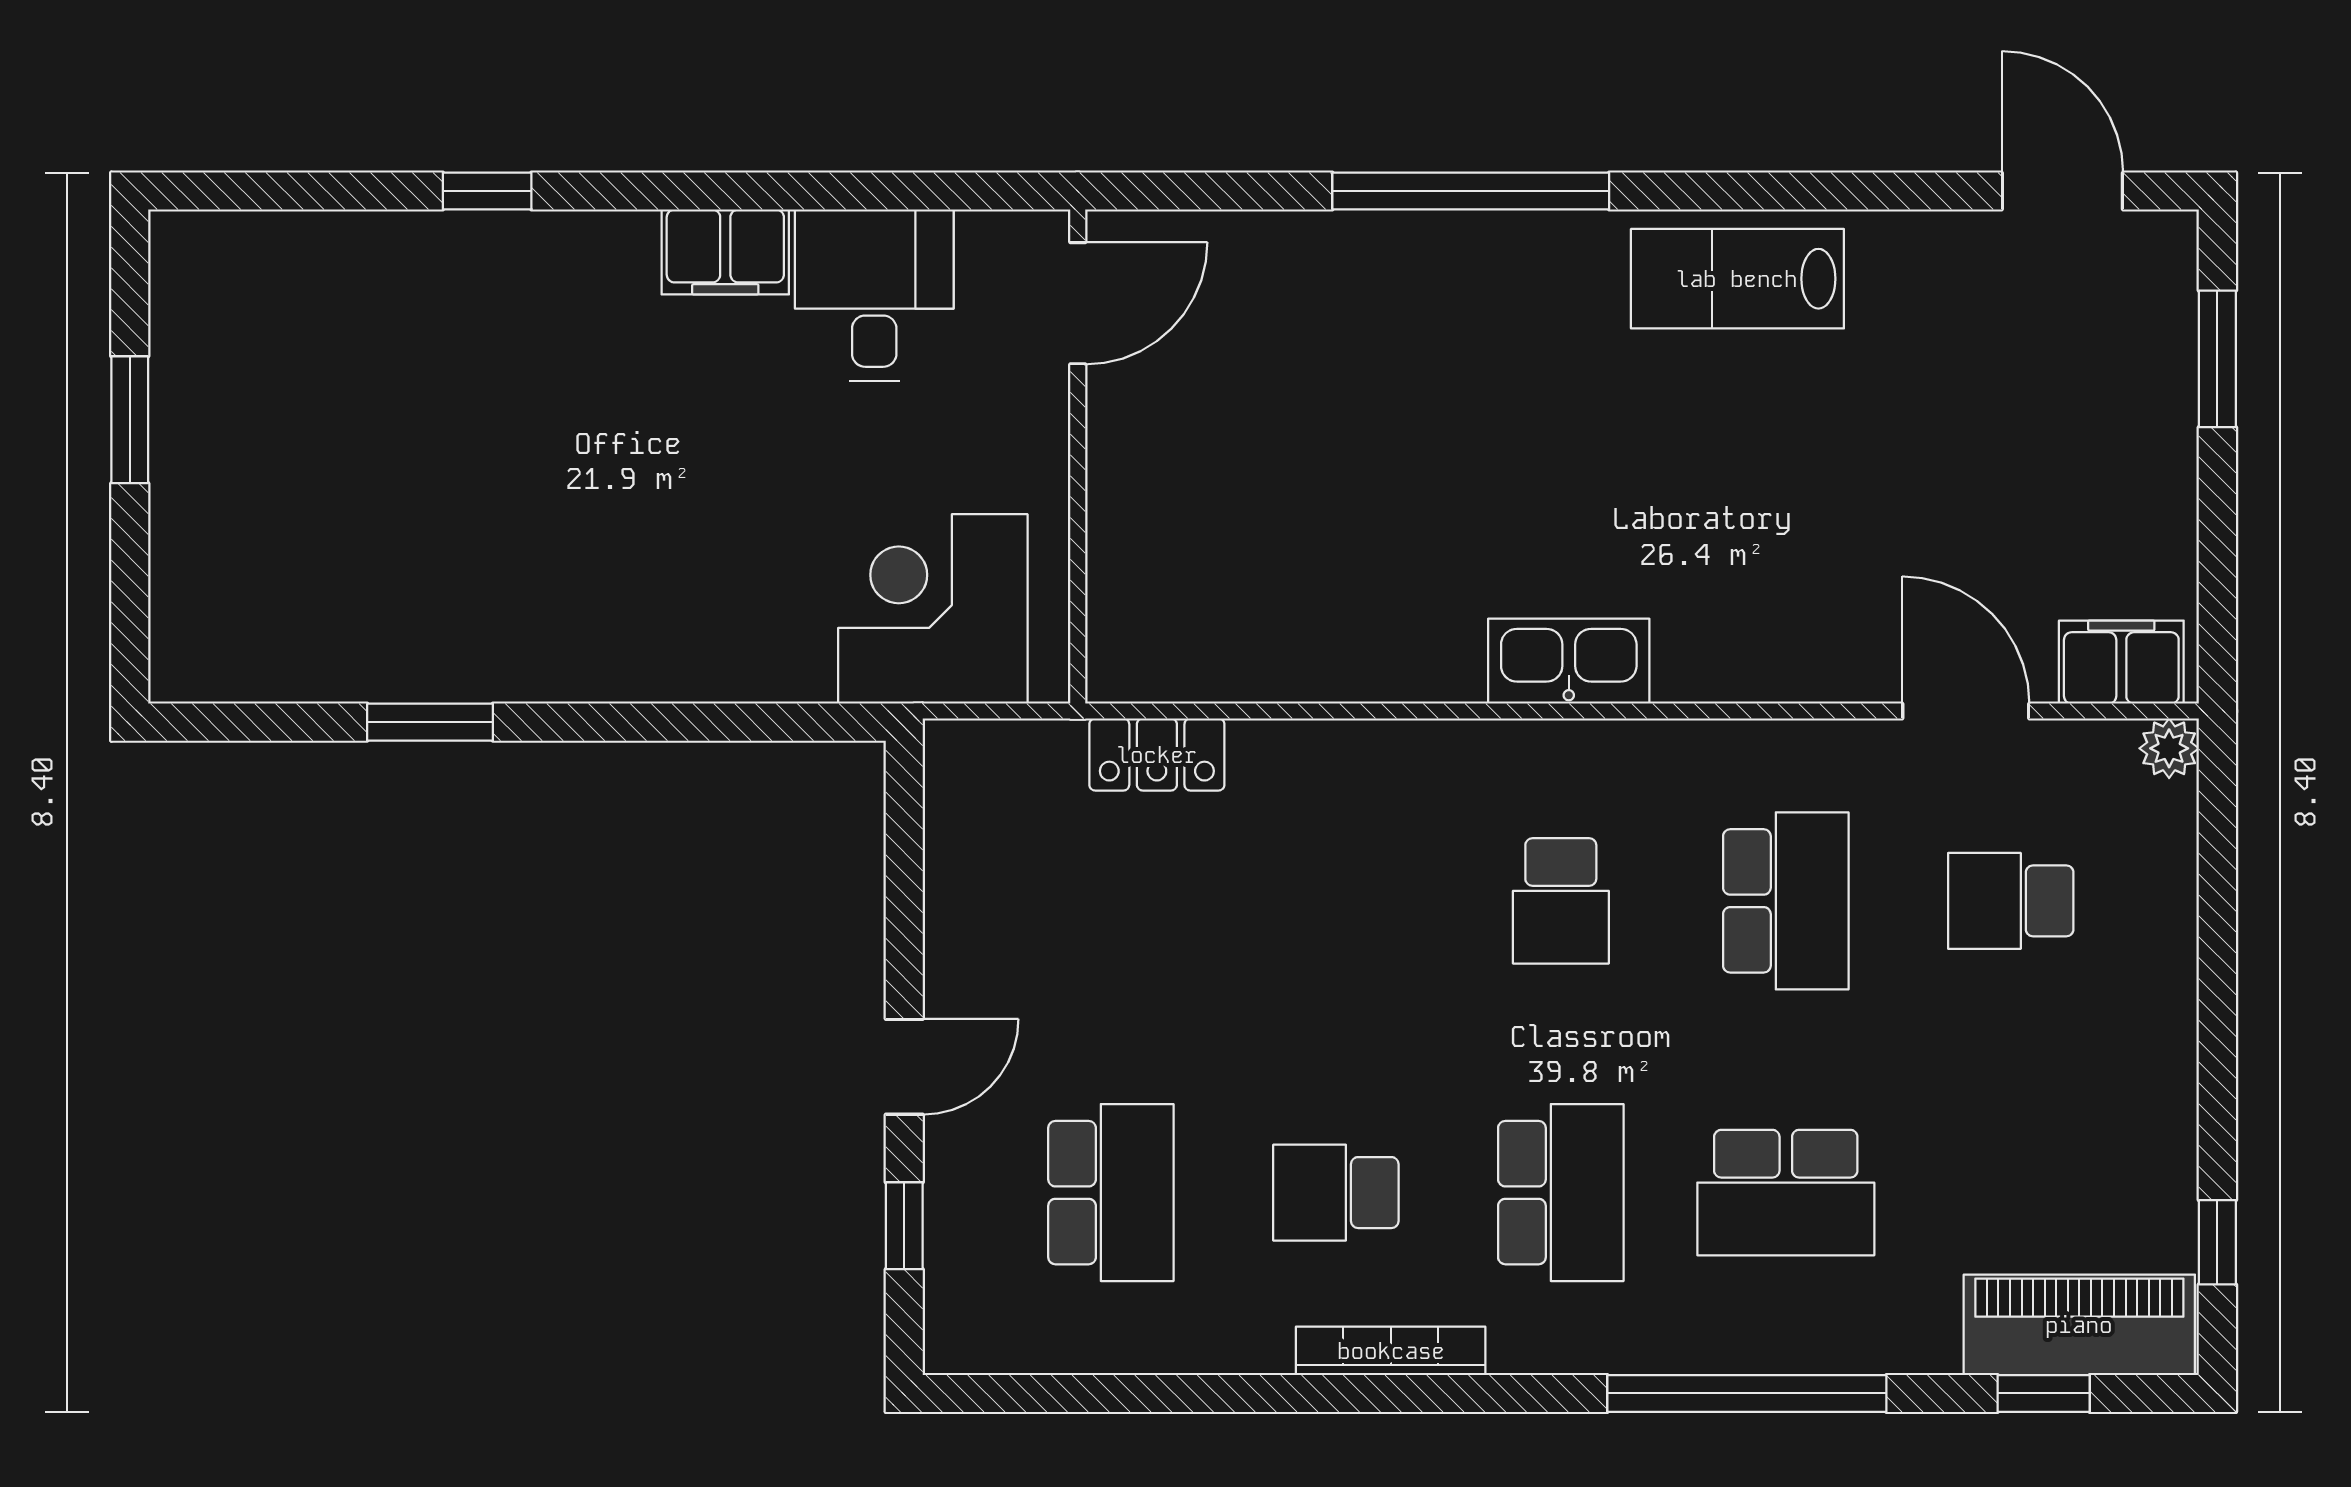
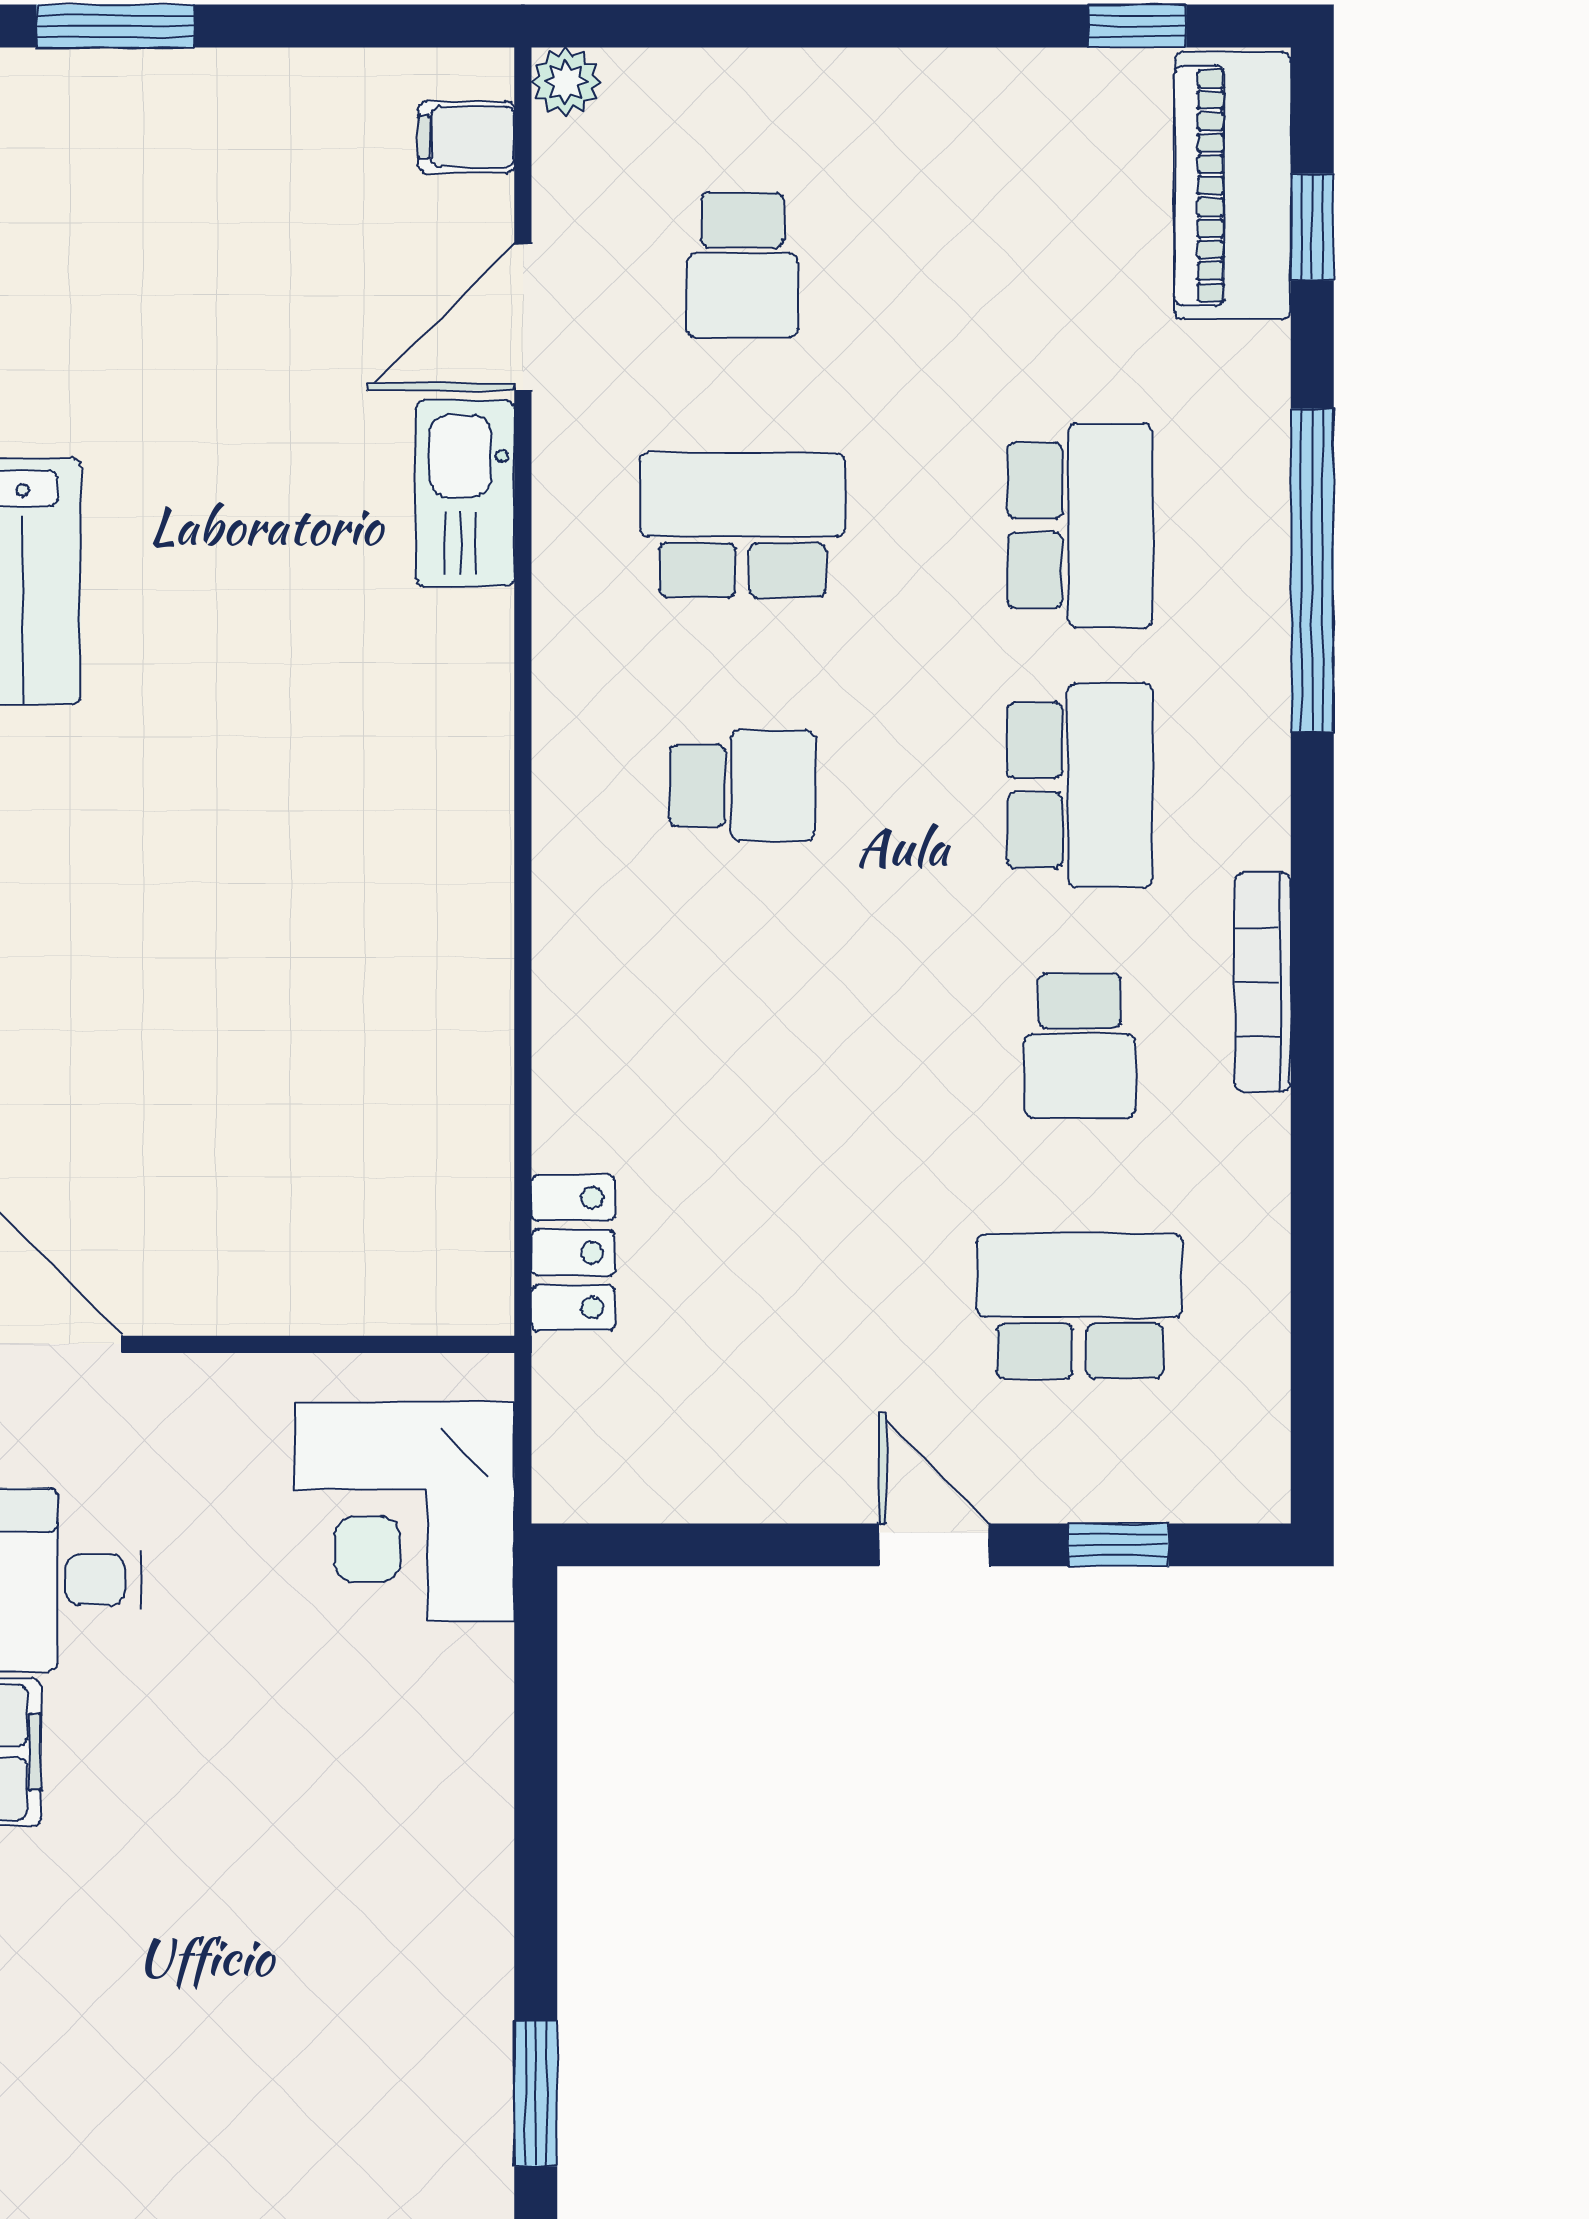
kitchen sink: (1569, 661) -> (465, 493), moved
filing cabinet: (2121, 662) -> (466, 137), width x0.50
school desk: (1561, 1193) -> (1080, 785), turned 90

